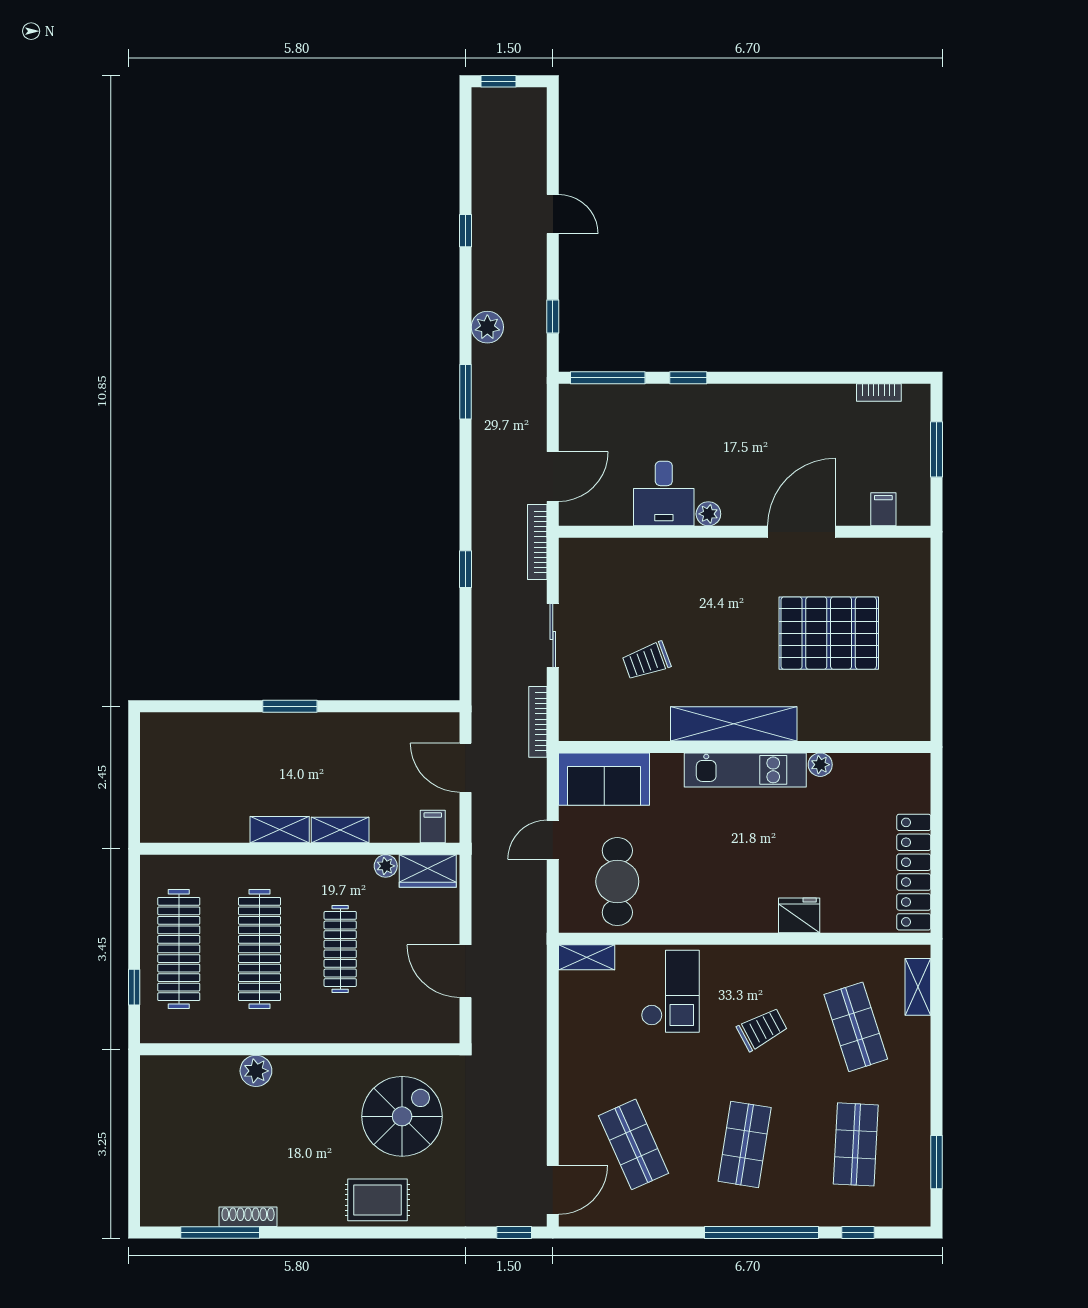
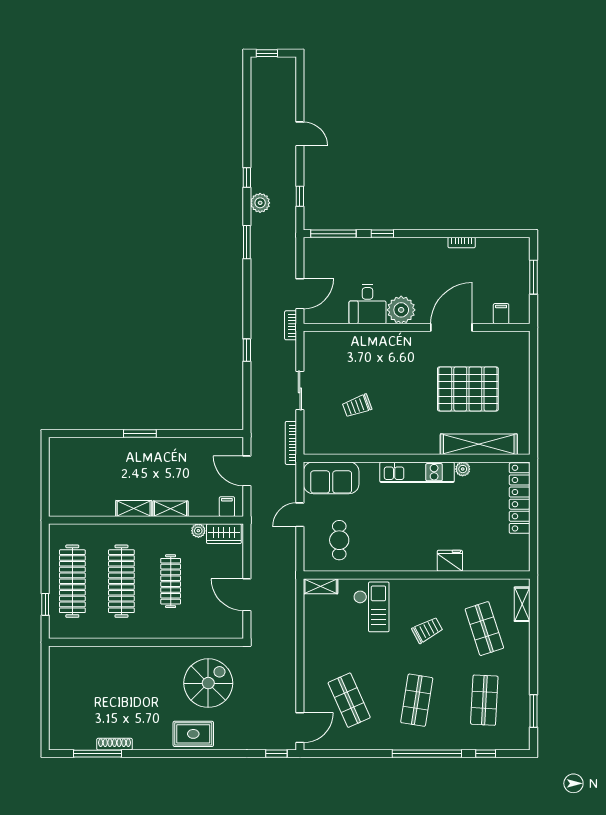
window: (466, 231) -> (247, 178), moved
bookcase: (879, 392) -> (462, 242), moved
plant: (708, 514) -> (401, 310), width x1.87, depth x1.87
bookcase: (537, 542) -> (291, 325), width x0.64
shelving: (734, 724) -> (479, 444), moved
locker: (914, 872) -> (520, 498), moved
cafe table: (617, 882) -> (339, 540), width x0.73, depth x0.74
plant: (256, 1071) -> (119, 655), removed

